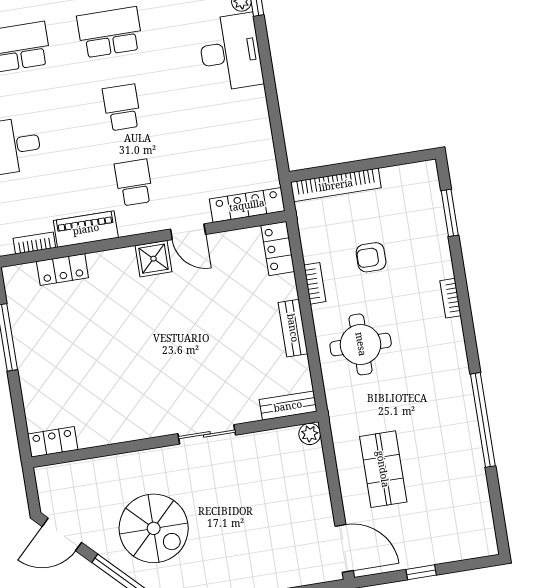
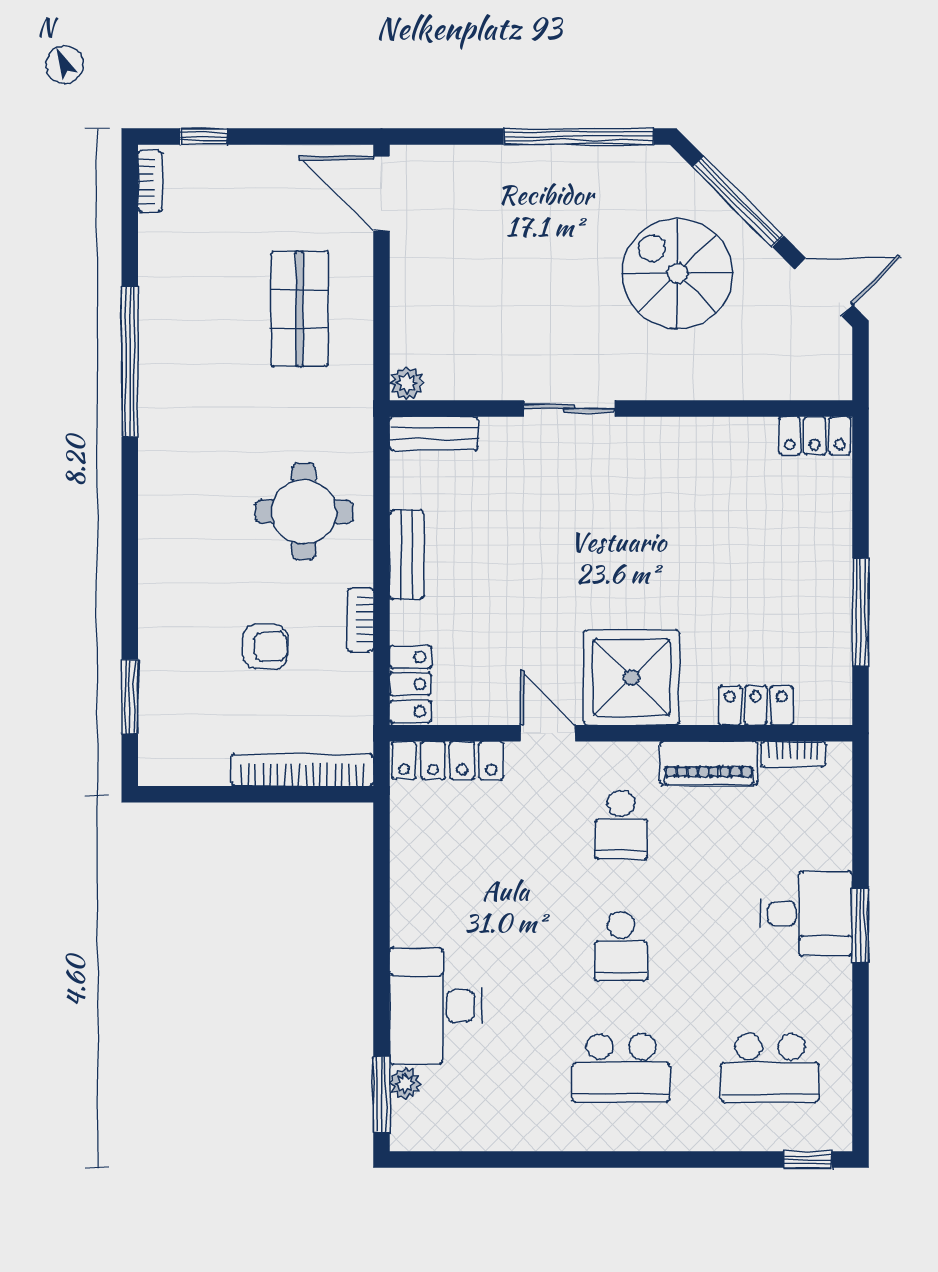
shower: (154, 259) -> (631, 677), width x1.86, depth x1.86
bookcase: (450, 298) -> (150, 181), moved
window: (421, 572) -> (203, 136), moved

